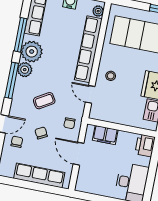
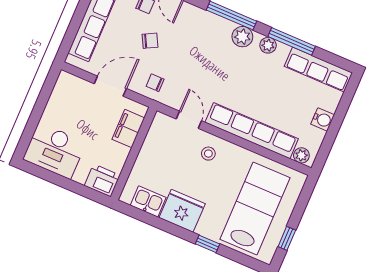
plant: (32, 52) -> (268, 45), width x0.53, depth x0.53
door: (90, 94) -> (189, 120), hinge flipped
coffee table: (44, 101) -> (194, 54), removed

